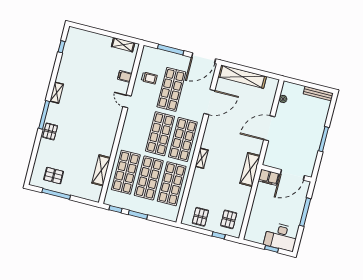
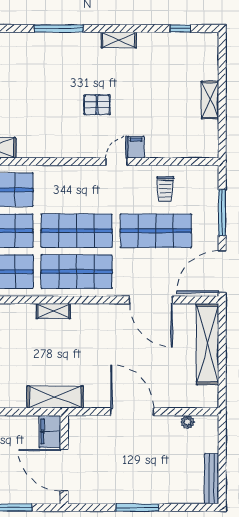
shelving: (123, 45) -> (210, 100), moved
door: (204, 58) -> (222, 272), hinge flipped
filing cabinet: (125, 76) -> (136, 147), moved
shelving: (57, 93) -> (119, 40), moved
pallet: (50, 131) -> (97, 105), moved

